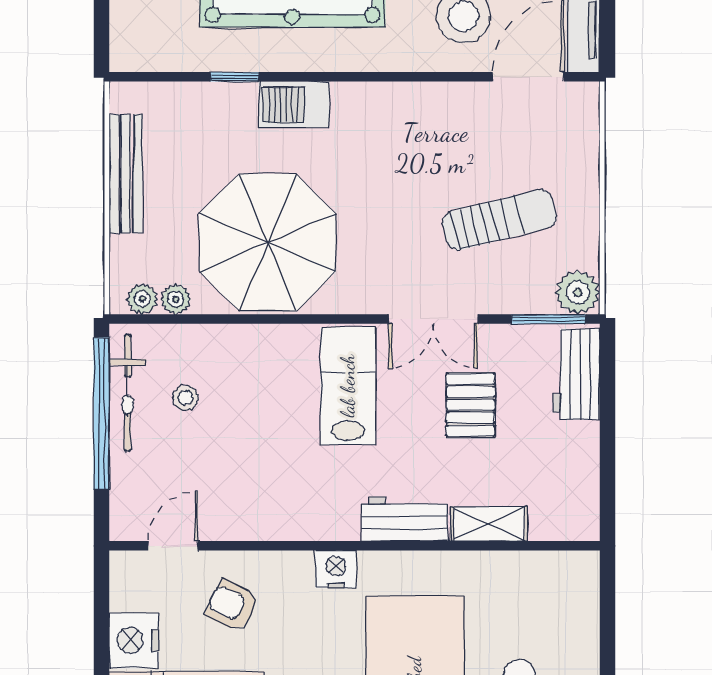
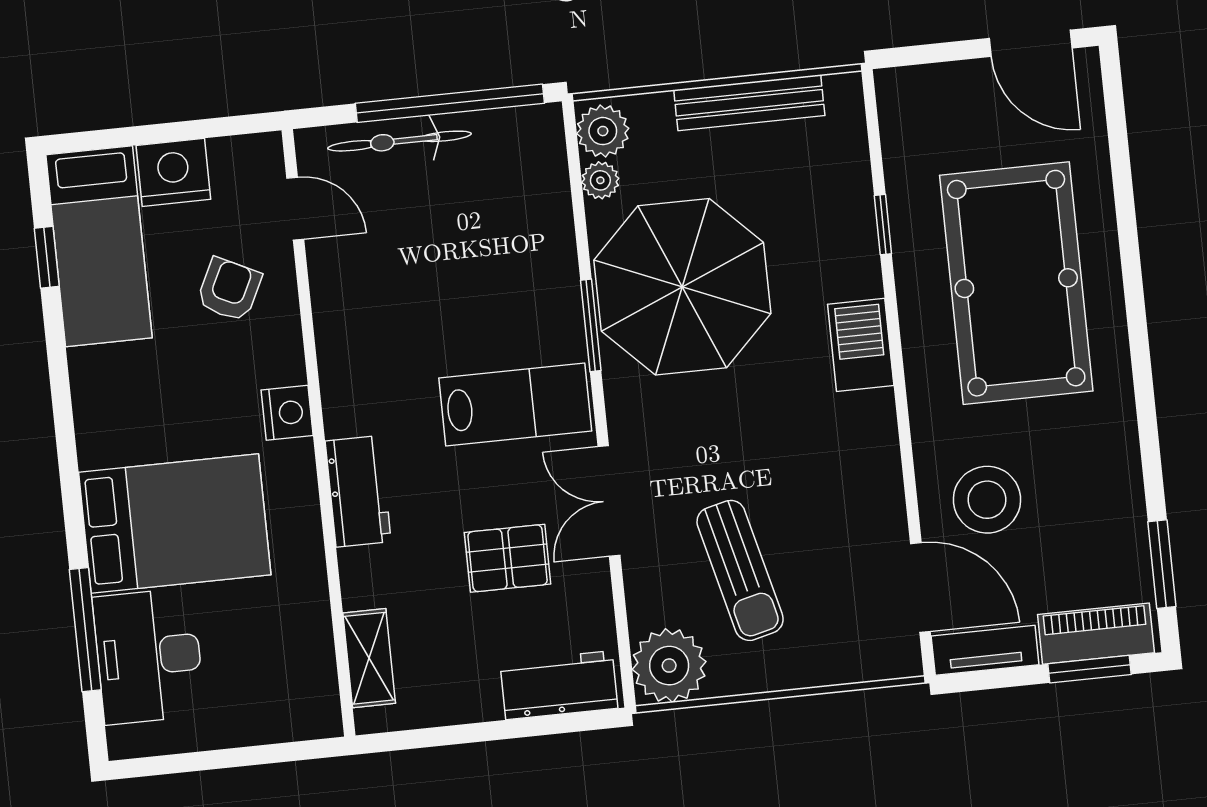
barbecue: (294, 104) -> (861, 345), moved
plant: (578, 292) -> (669, 666), width x1.36, depth x1.36
plant: (142, 299) -> (603, 131), width x1.38, depth x1.38
window: (549, 319) -> (591, 325), moved
bicycle: (128, 393) -> (400, 141), moved
stool: (186, 398) -> (480, 205), removed
shelving: (489, 524) -> (369, 658), moved

